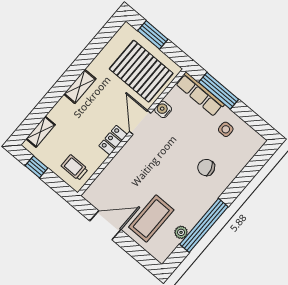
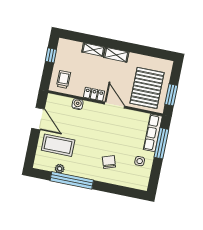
window: (153, 35) -> (171, 95), moved
water cooler: (163, 109) -> (78, 104), moved
door: (140, 122) -> (115, 105), hinge flipped
shelving: (41, 132) -> (93, 50), moved

